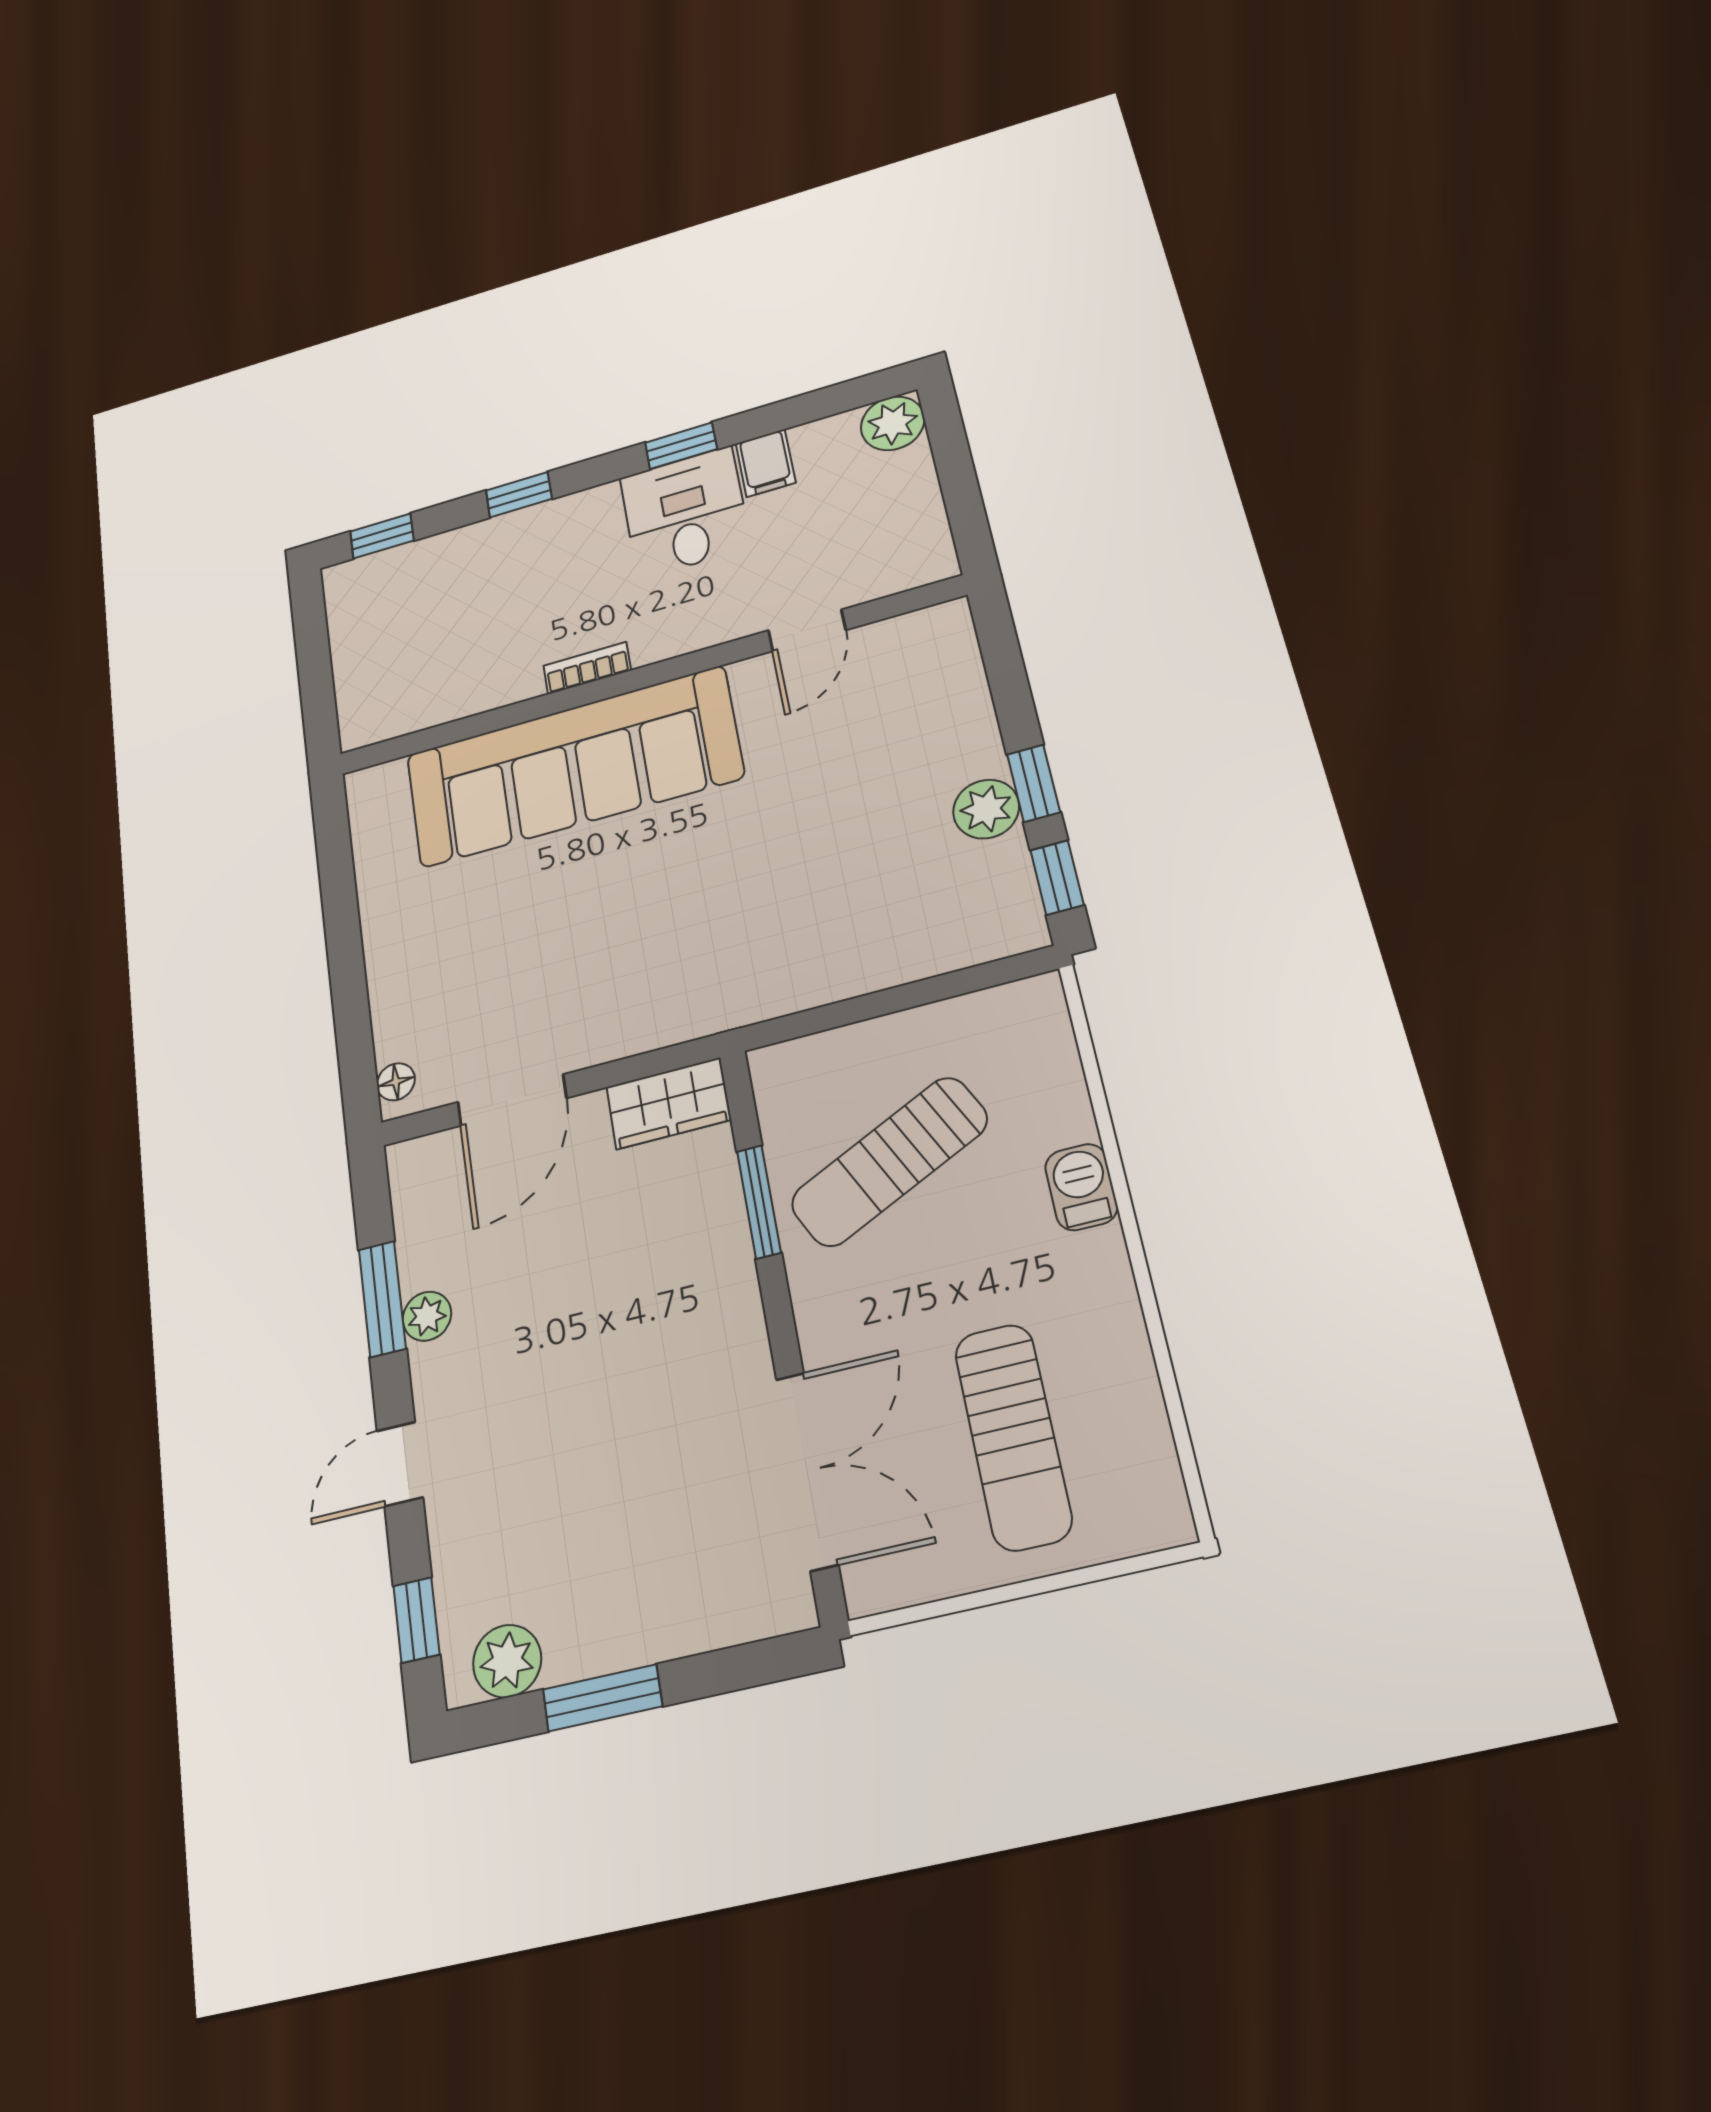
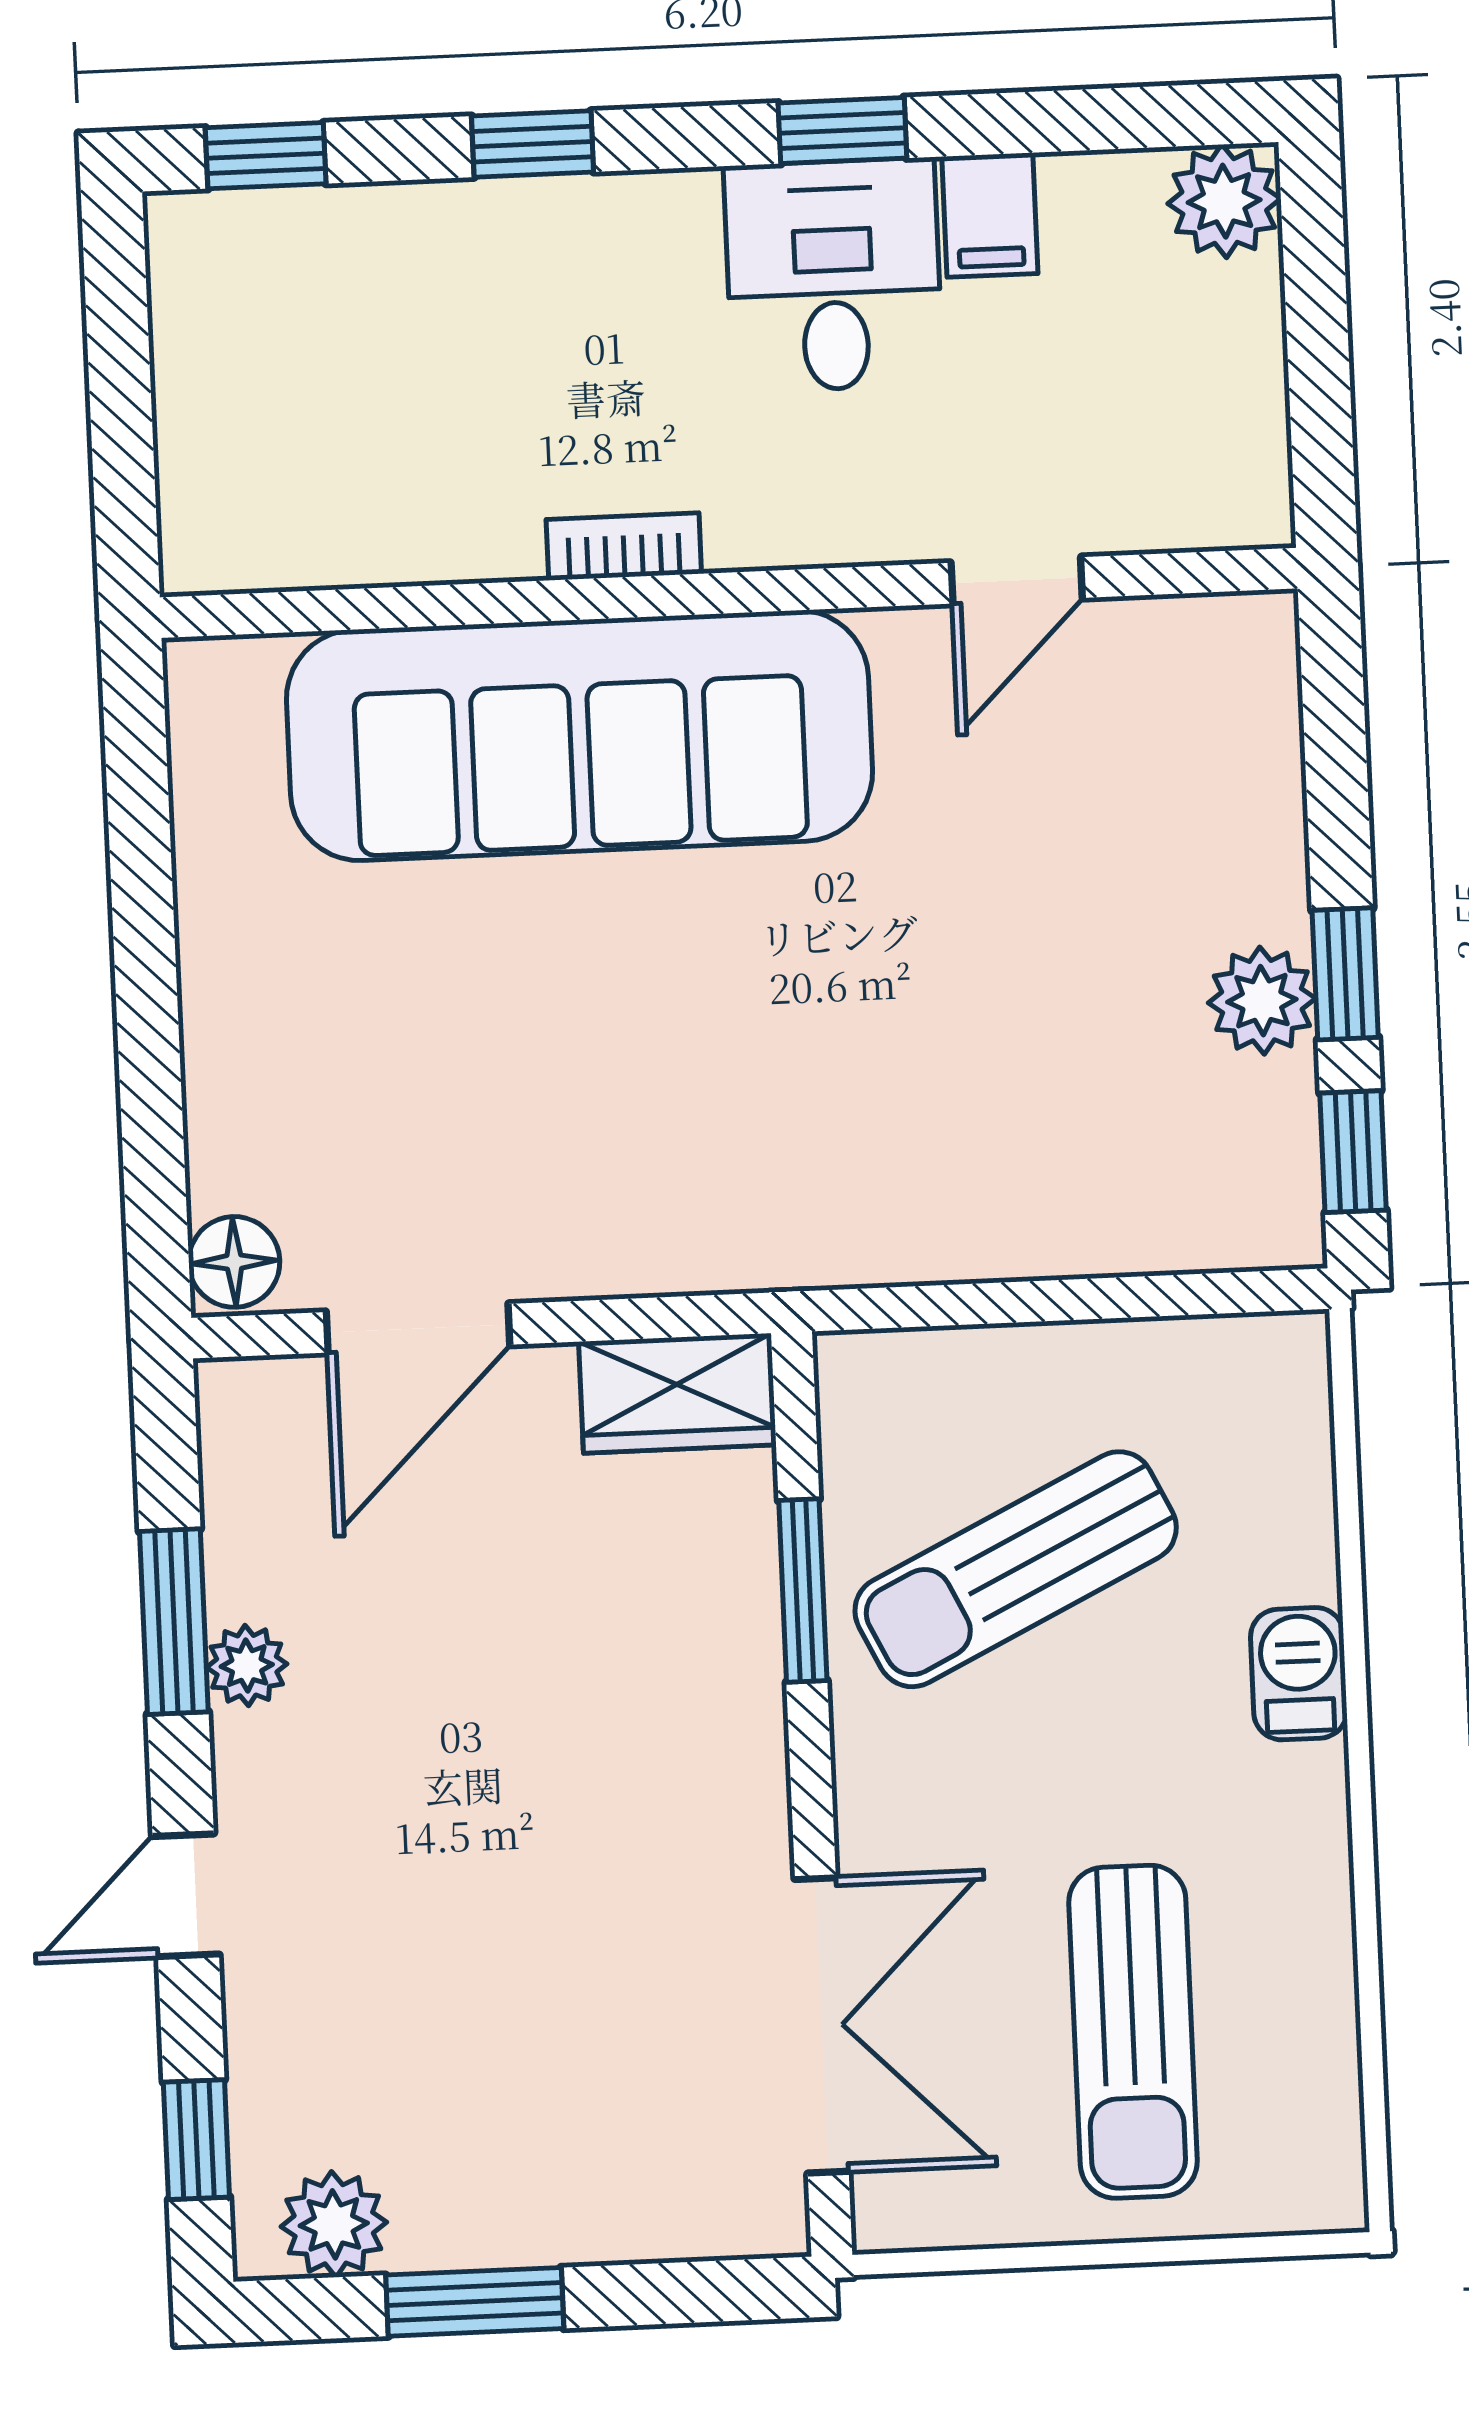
floor lamp: (396, 1082) -> (234, 1262), width x1.37, depth x1.37

